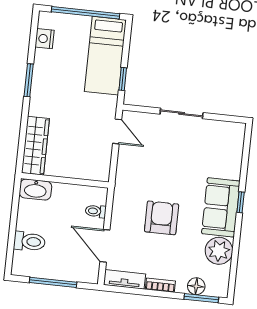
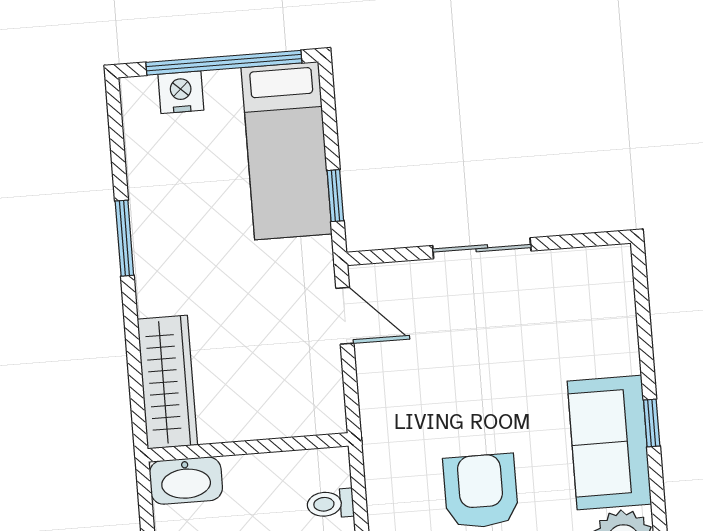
nightstand: (44, 39) -> (181, 92), moved, turned 90

